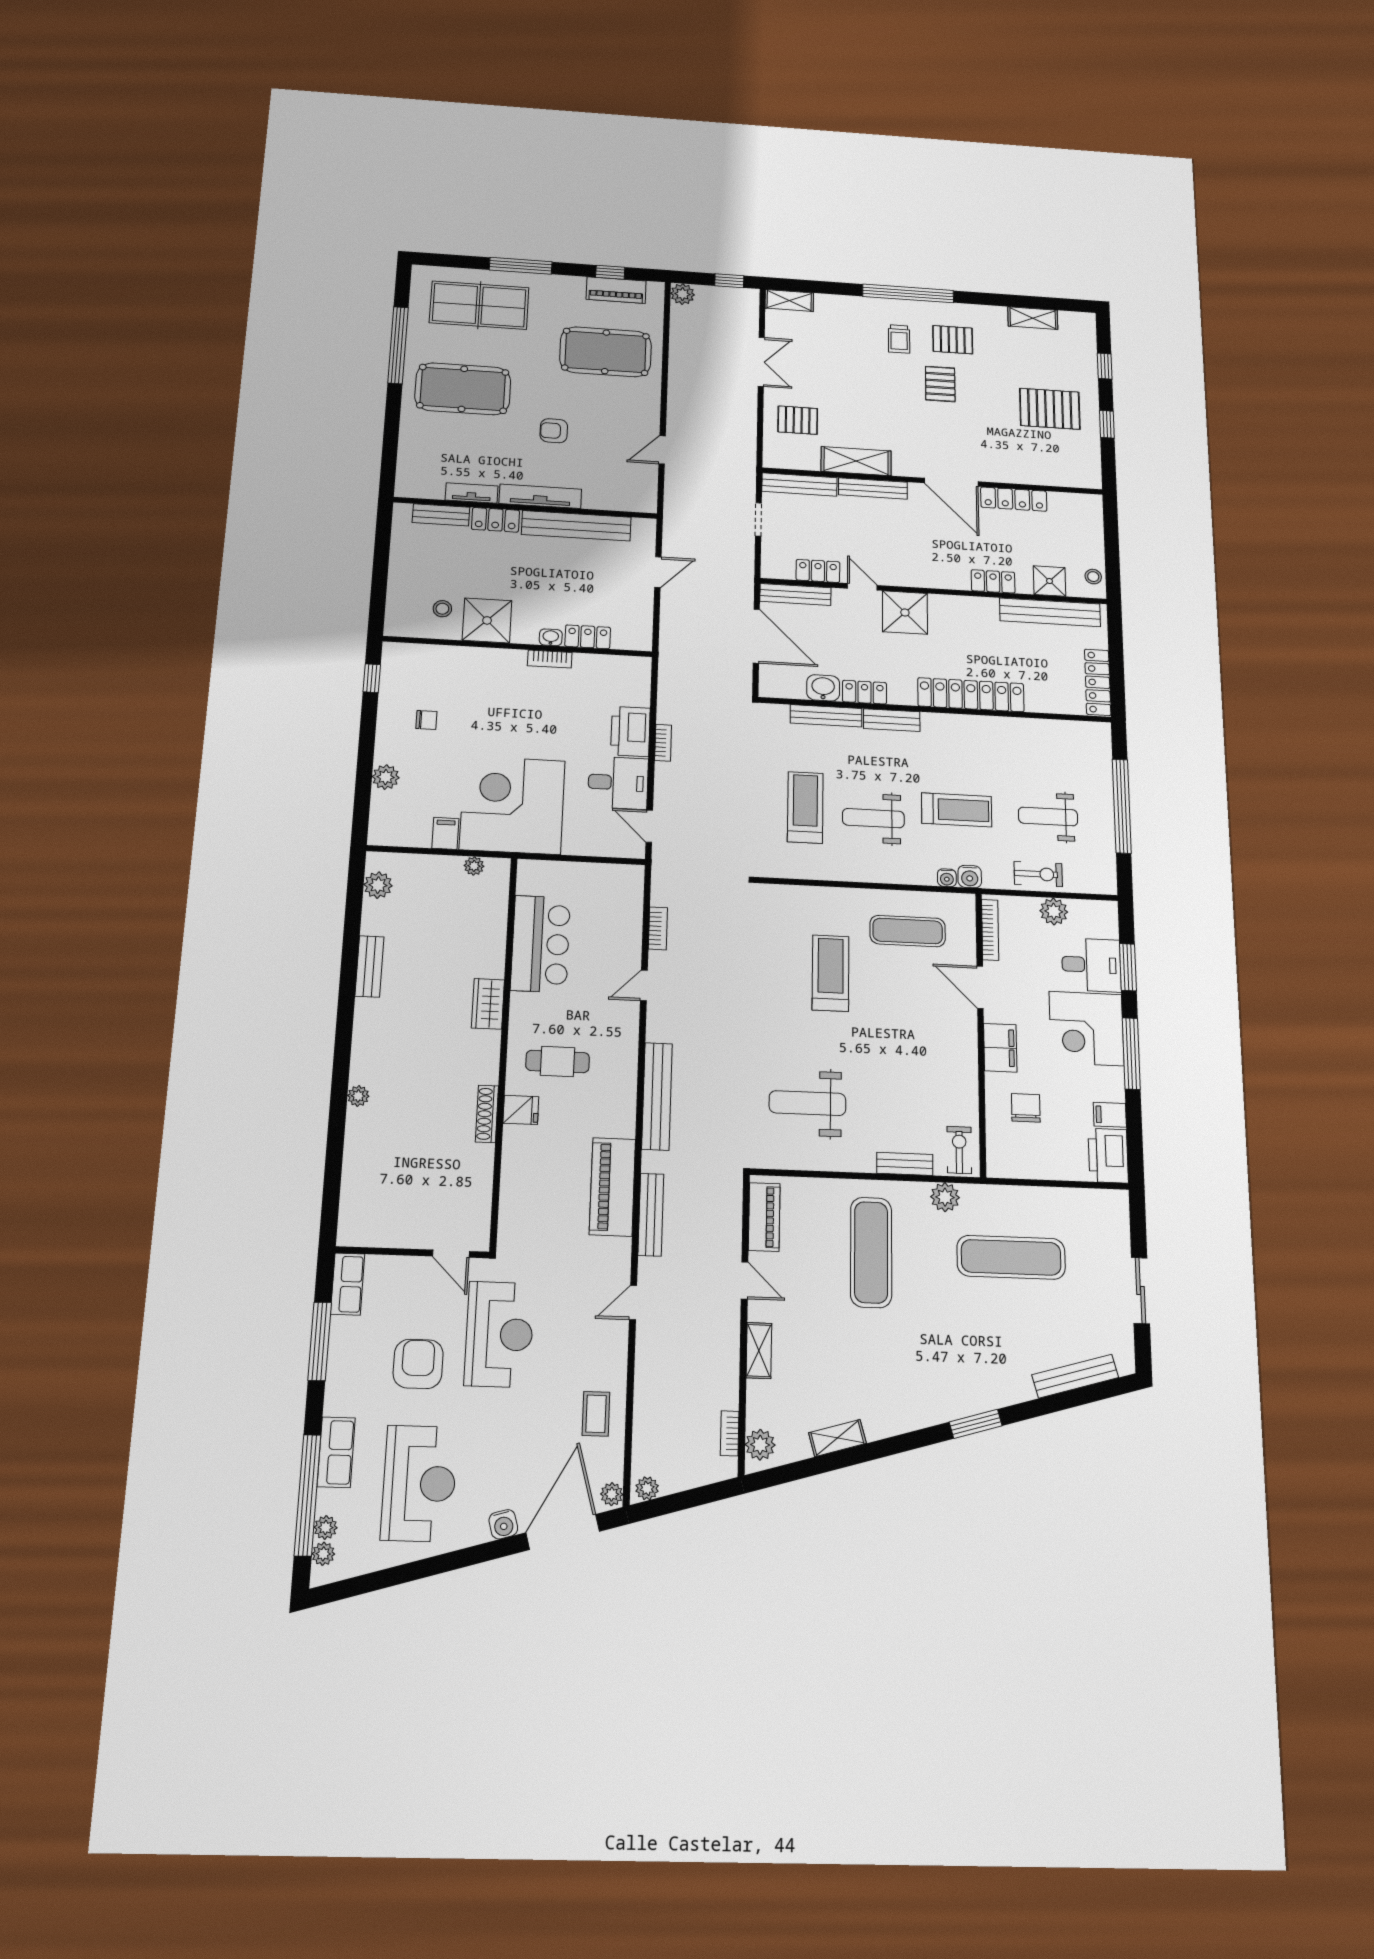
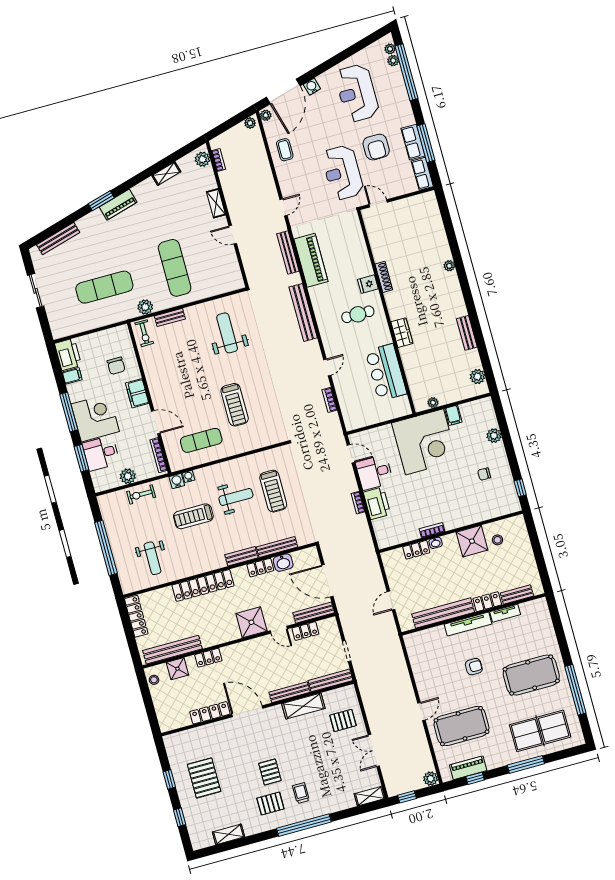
pallet: (1050, 409) -> (204, 778), turned 90
door: (662, 450) -> (421, 711), moved
weight bench: (1048, 816) -> (152, 558), moved, turned 90
weight bench: (807, 1103) -> (227, 333), turned -90
piano: (764, 1217) -> (118, 205), moved, turned -106
row of seats: (336, 1452) -> (413, 142), moved

